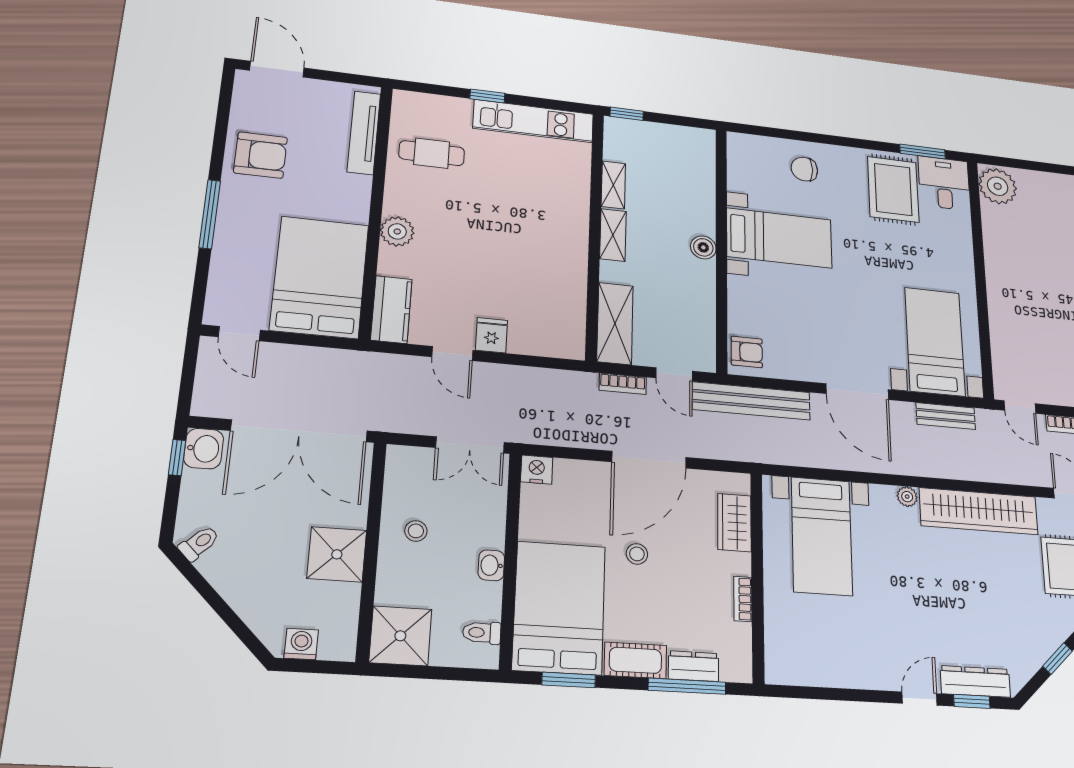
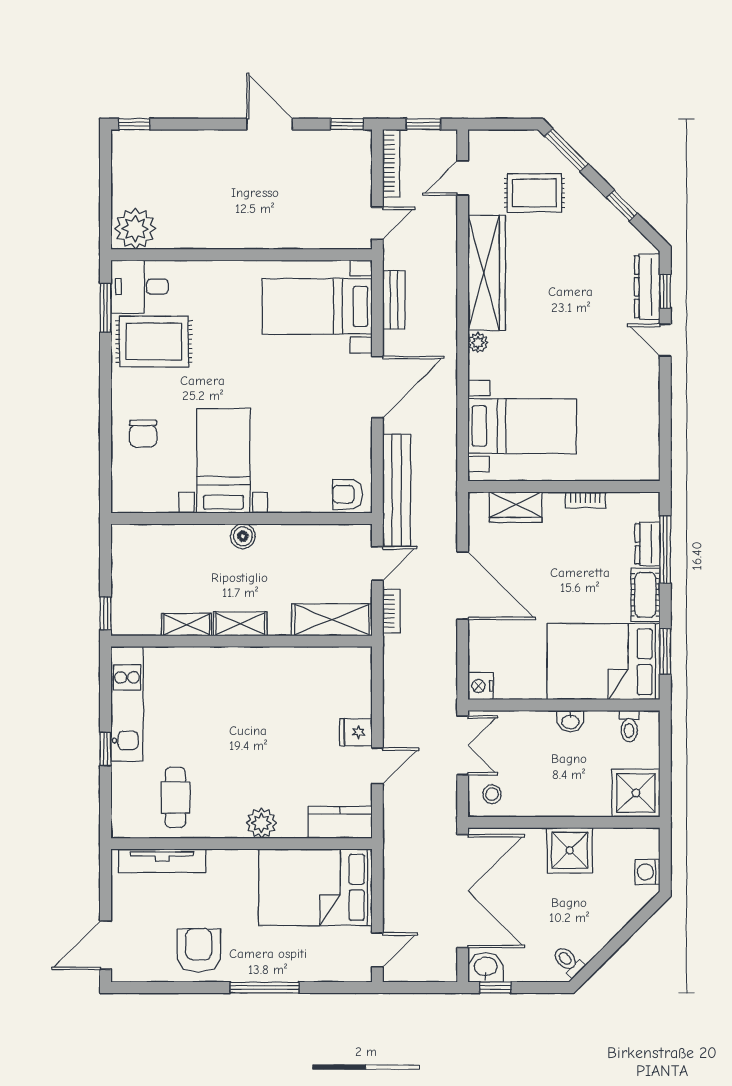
armchair: (747, 352) -> (348, 494), turned -90
stool: (416, 531) -> (492, 794), moved
stool: (637, 554) -> (551, 595), removed

